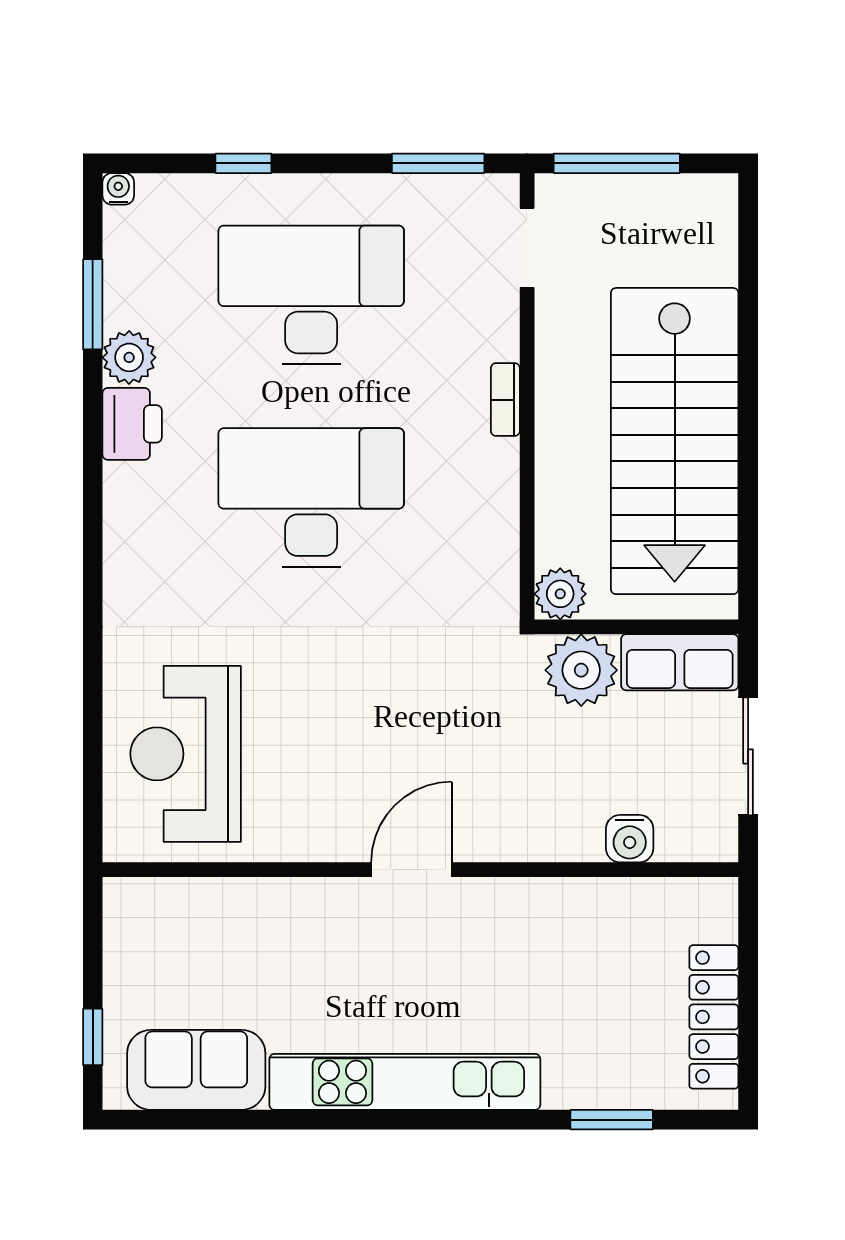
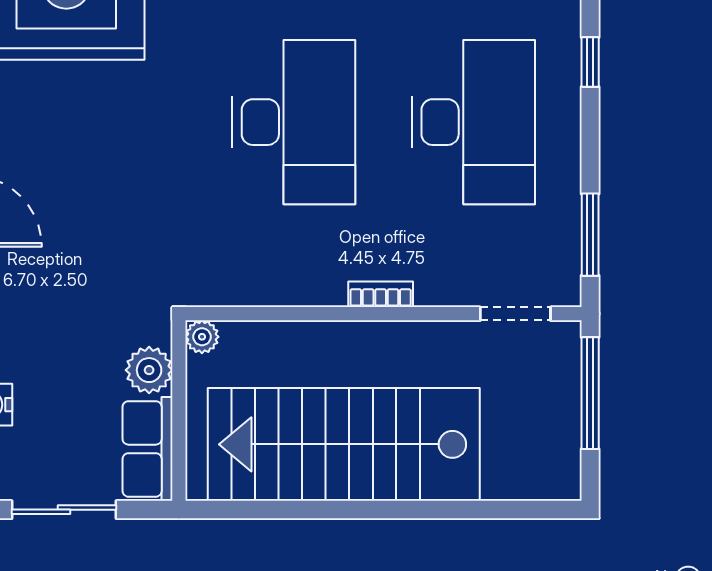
plant: (560, 594) -> (202, 337), width x0.73, depth x0.73
plant: (581, 670) -> (149, 370), width x0.73, depth x0.73

